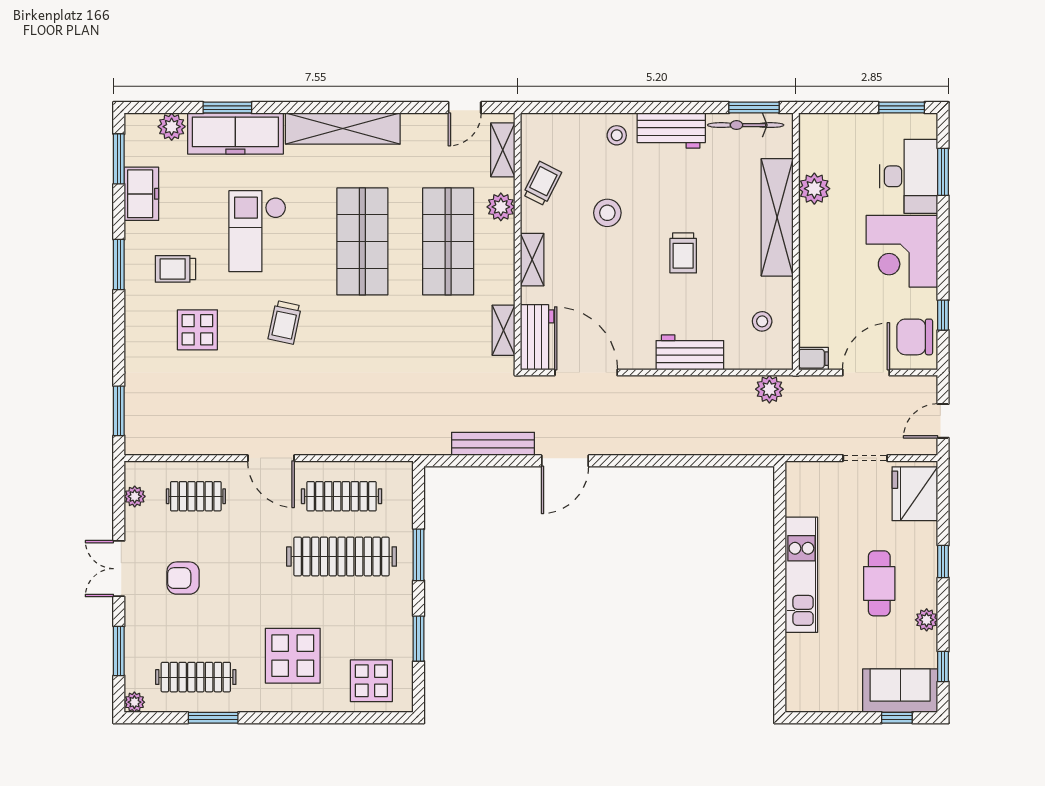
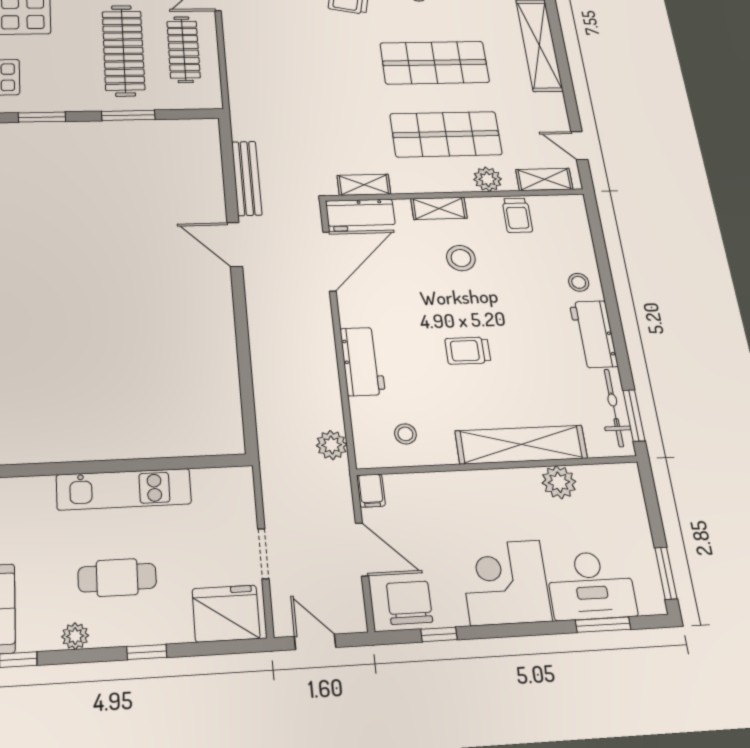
trolley: (542, 184) -> (517, 215), turned 63
stool: (607, 213) -> (461, 258), moved

